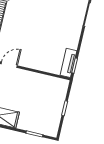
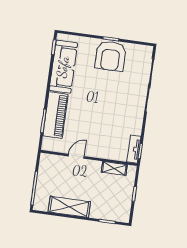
shelving: (47, 81) -> (114, 168), added

